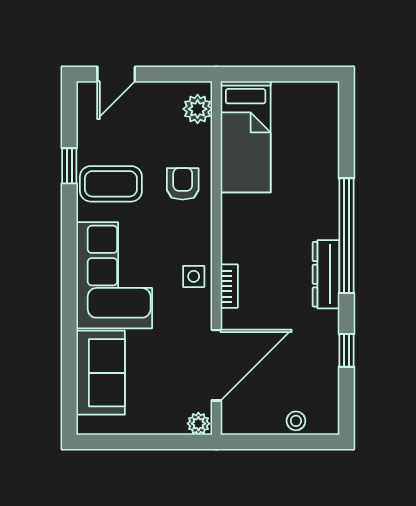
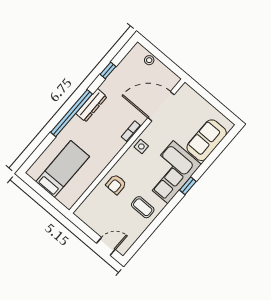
plant: (198, 109) -> (87, 208), removed
bed: (246, 137) -> (63, 169), moved
window: (69, 166) -> (188, 186), moved
coffee table: (111, 184) -> (143, 207), width x0.73, depth x0.77
plant: (198, 424) -> (186, 90), removed

